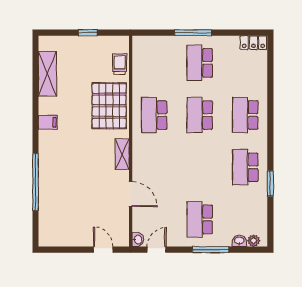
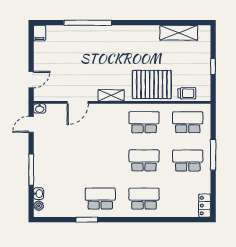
filing cabinet: (48, 122) -> (40, 33), moved
school desk: (200, 219) -> (188, 122), moved
door: (157, 250) -> (31, 124), swing flipped

